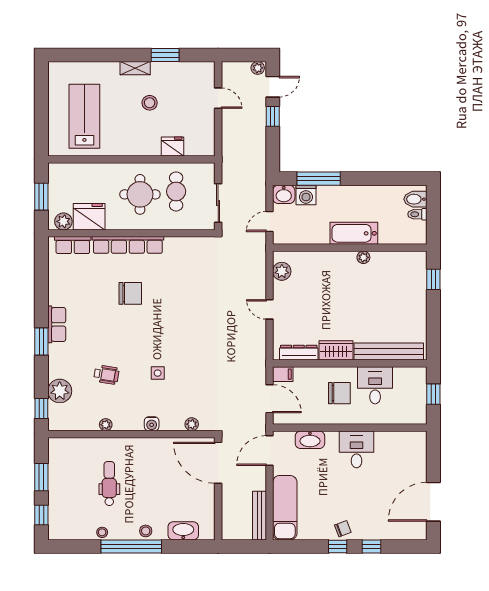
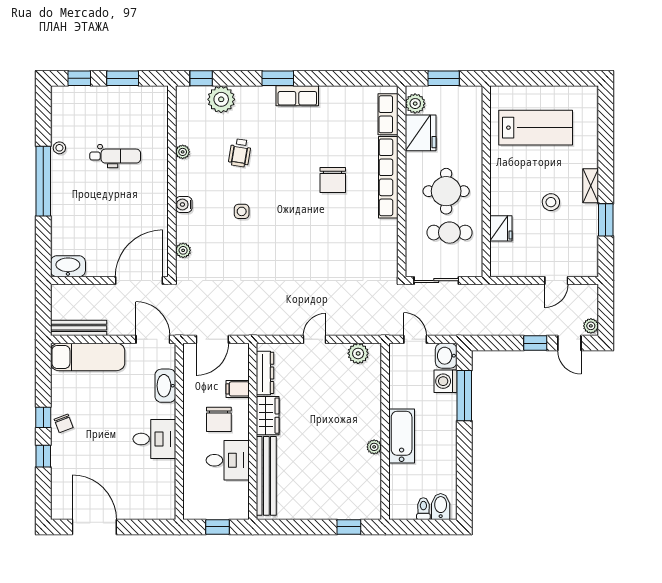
filing cabinet: (283, 374) -> (238, 389), moved, turned 90
stool: (146, 531) -> (61, 198), removed
washbasin: (183, 531) -> (68, 266), moved, turned -90

